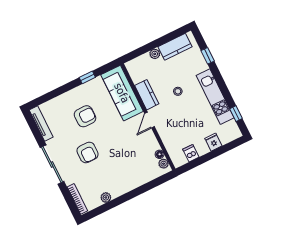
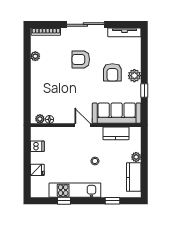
plant: (78, 94) -> (134, 76), added
kitchen counter: (147, 95) -> (116, 133), moved
window: (236, 114) -> (64, 201), moved

